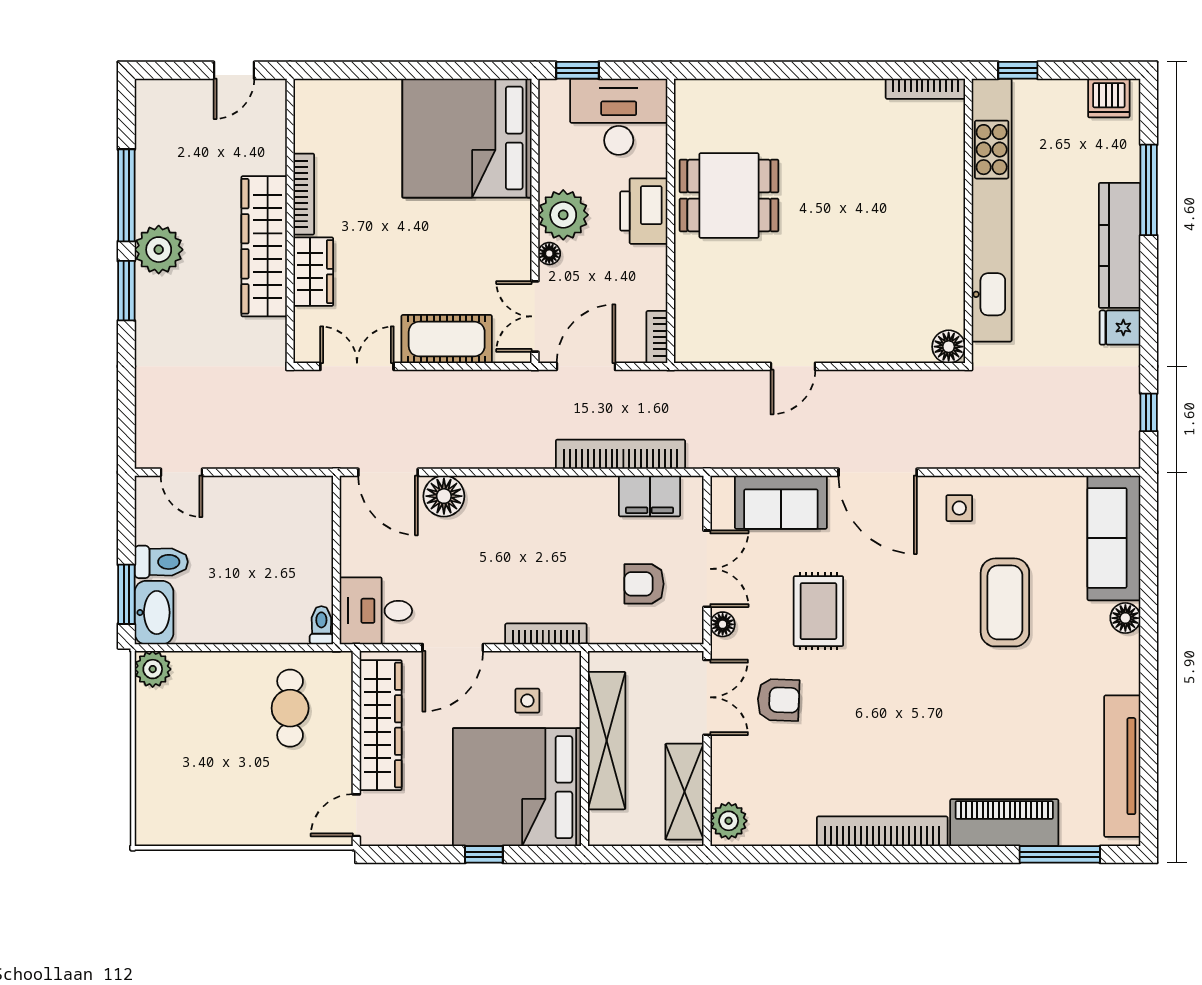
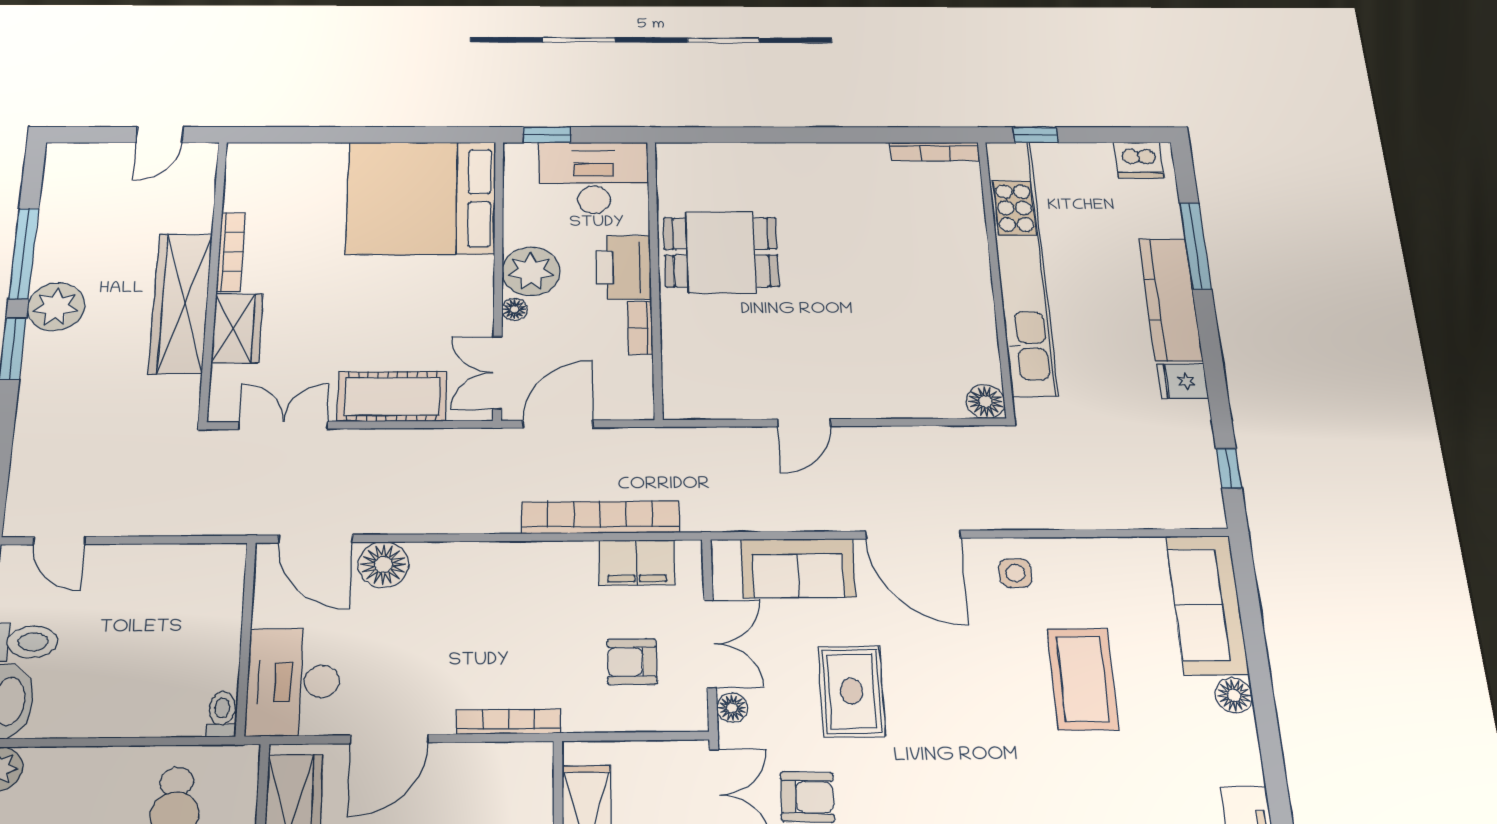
bookcase: (657, 337) -> (640, 328), moved
desk: (376, 611) -> (293, 682), width x1.37
side table: (527, 701) -> (484, 802), removed

